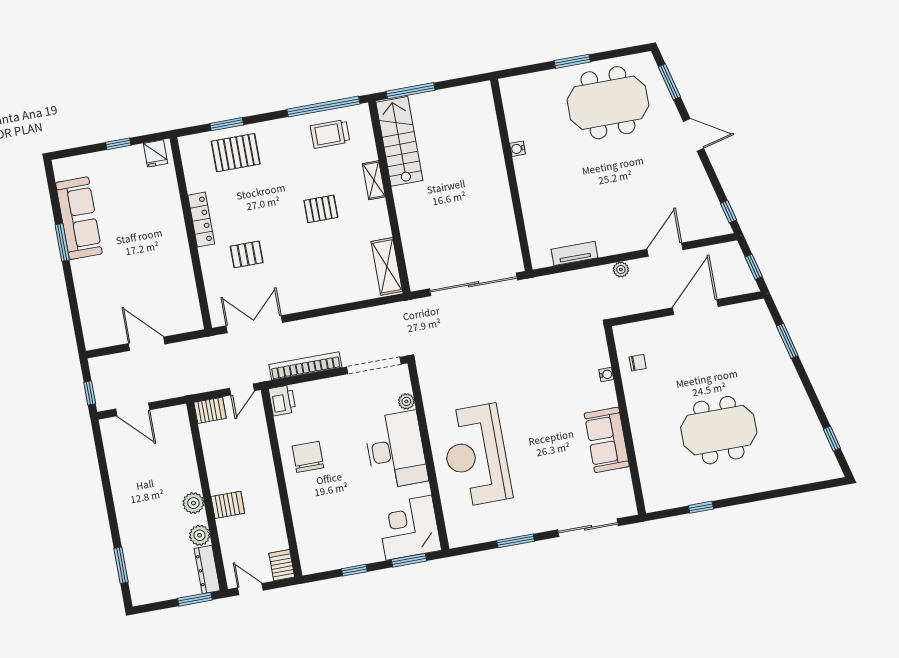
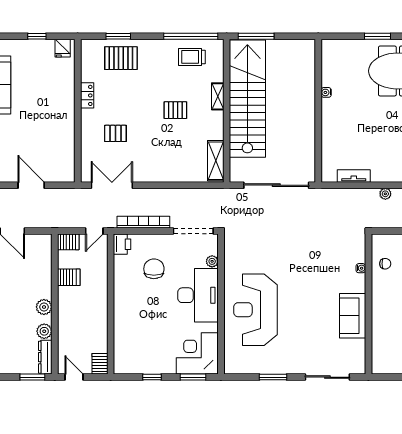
stairs: (399, 141) -> (247, 99), width x1.86, depth x1.51
locker: (201, 220) -> (87, 95), width x0.66
chair: (308, 457) -> (154, 269), moved
server rack: (228, 505) -> (69, 277), moved

